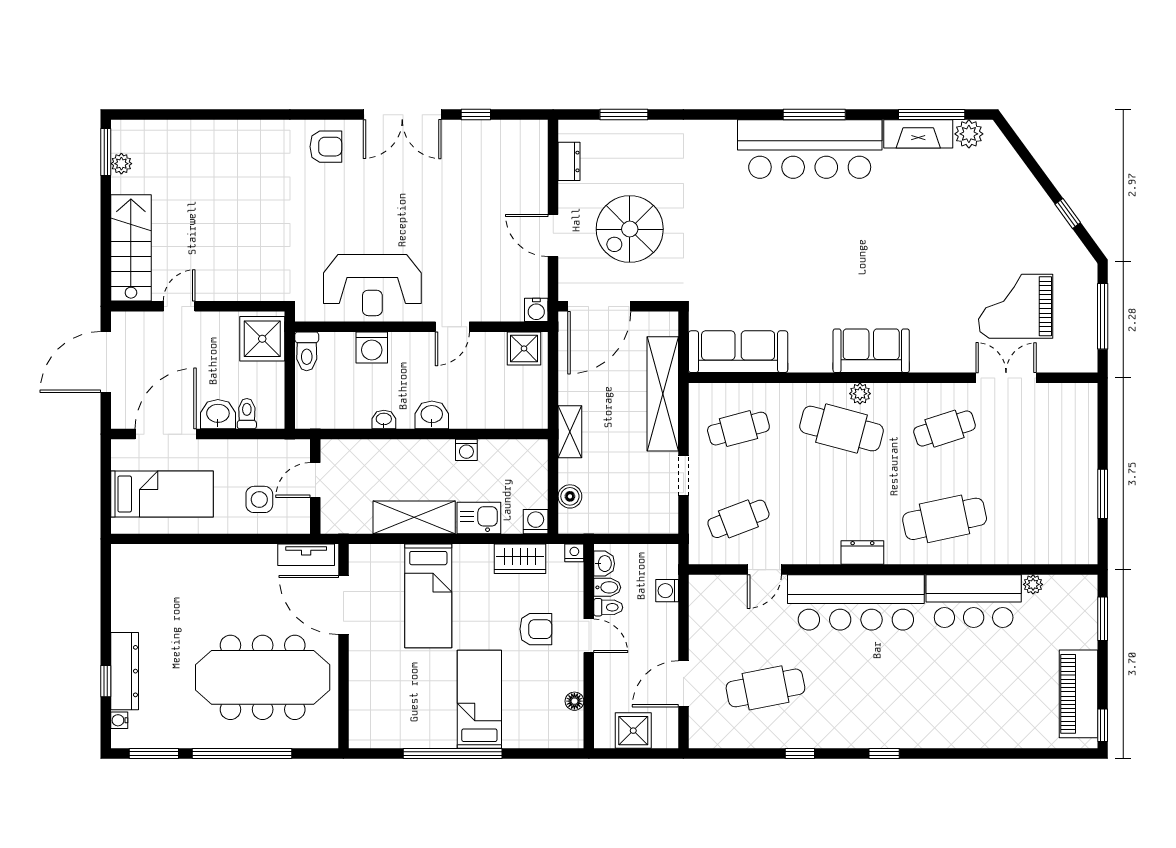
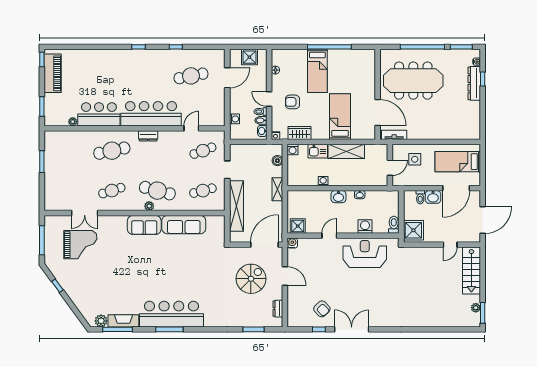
armchair: (326, 147) -> (322, 309), moved, turned -133
sofa: (738, 352) -> (184, 225), moved

